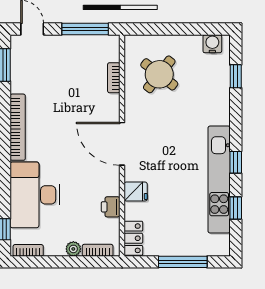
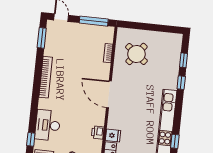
water cooler: (212, 44) -> (171, 39), removed
window: (236, 162) -> (181, 83), moved
fridge: (136, 191) -> (113, 135), moved
desk: (35, 195) -> (48, 125), width x0.73, depth x0.77

